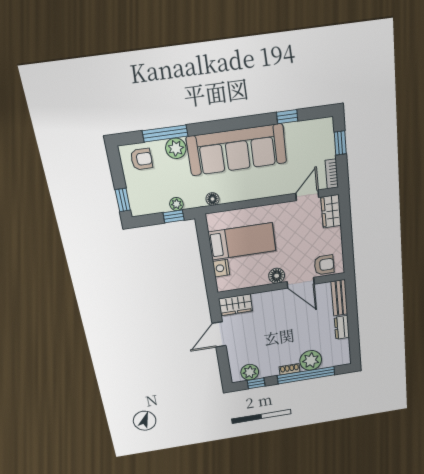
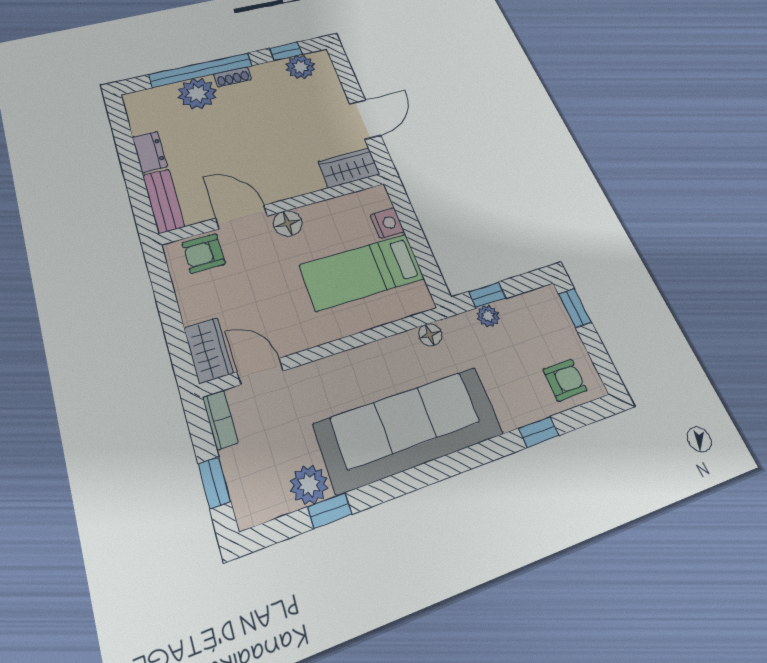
window: (165, 133) -> (539, 432), width x0.46
plant: (176, 148) -> (309, 485), moved
armchair: (141, 159) -> (565, 380), turned 180
door: (307, 195) -> (260, 371), swing flipped

